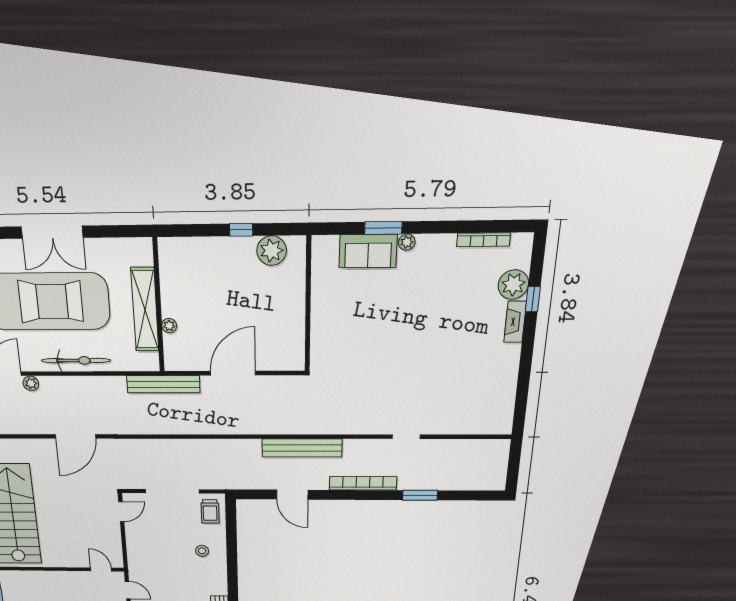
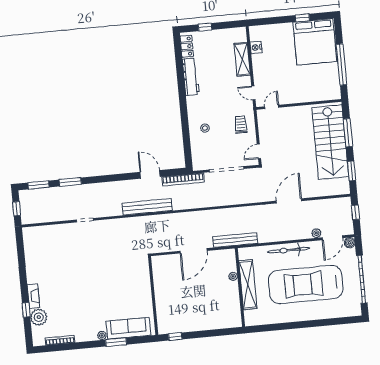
window: (241, 230) -> (175, 337), moved
double door: (52, 232) -> (302, 324), removed
plant: (272, 251) -> (177, 325), removed
sofa: (368, 251) -> (128, 328), width x1.36
window: (514, 464) -> (17, 209), added
bookcase: (363, 483) -> (183, 179), moved
window: (471, 495) -> (39, 185), added
trolley: (210, 511) -> (241, 125), moved
door: (101, 569) -> (272, 107), swing flipped

